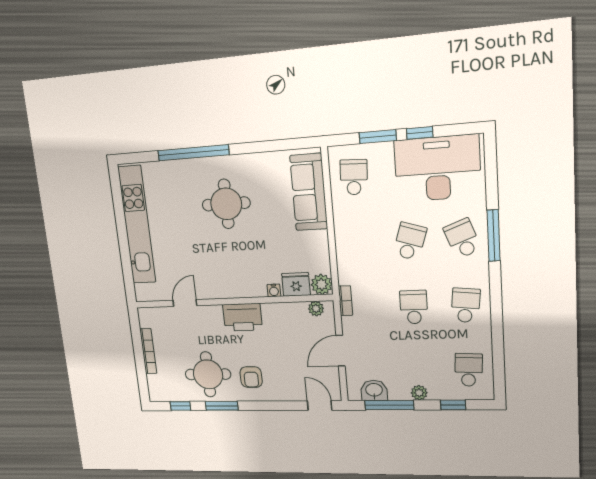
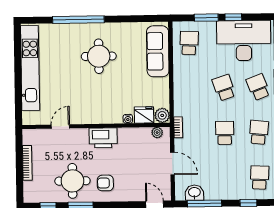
school desk: (410, 241) -> (224, 88), turned -36
door: (341, 351) -> (172, 163), swing flipped
armchair: (251, 377) -> (105, 183), turned 90
plant: (419, 393) -> (226, 194), removed

